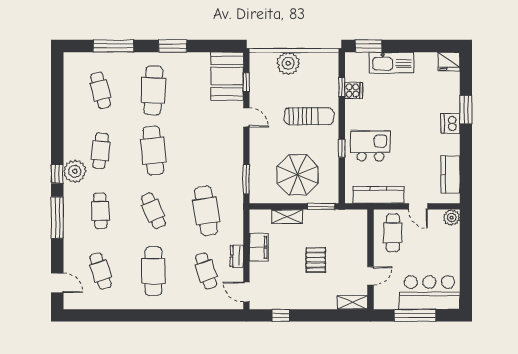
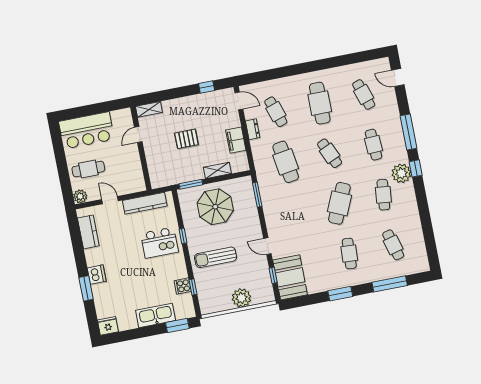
cafe table: (153, 90) -> (349, 253), width x0.73, depth x0.74
cafe table: (153, 151) -> (339, 203), turned 30
cafe table: (393, 233) -> (88, 169), moved, turned 90
pallet: (316, 260) -> (186, 139), turned 90
window: (415, 315) -> (95, 109), removed

